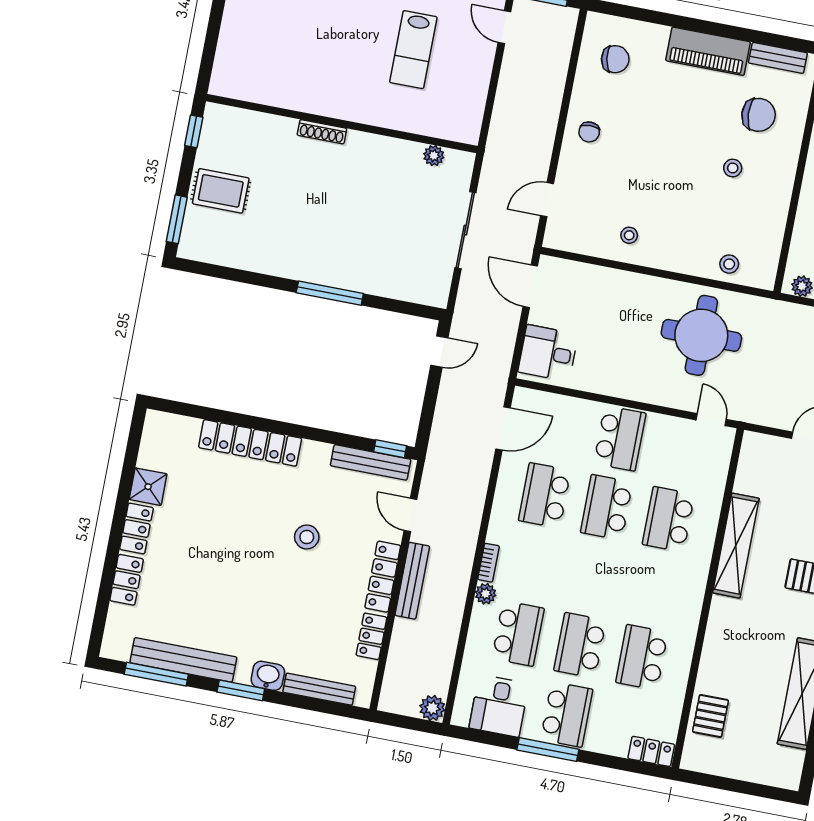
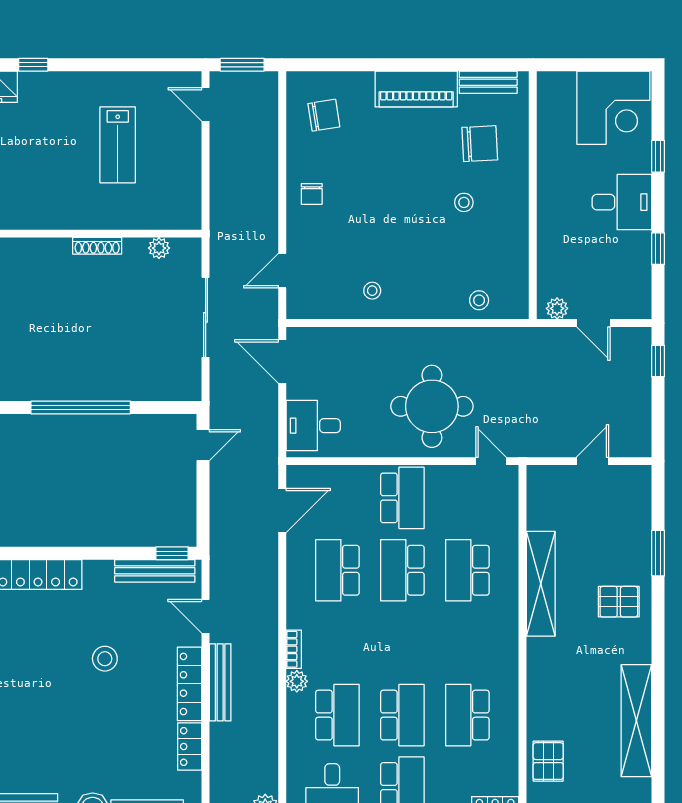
shoe rack: (322, 132) -> (97, 246), moved
window: (330, 293) -> (81, 407), width x1.46
round table: (701, 335) -> (432, 406), moved
school desk: (580, 645) -> (402, 715), turned 180

